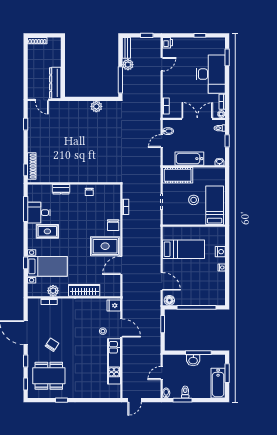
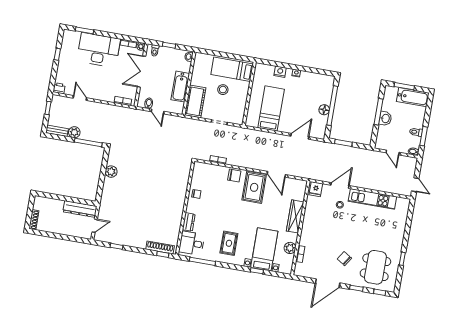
desk: (39, 213) -> (192, 243), moved, turned 90
floor lamp: (169, 300) -> (324, 110), moved

